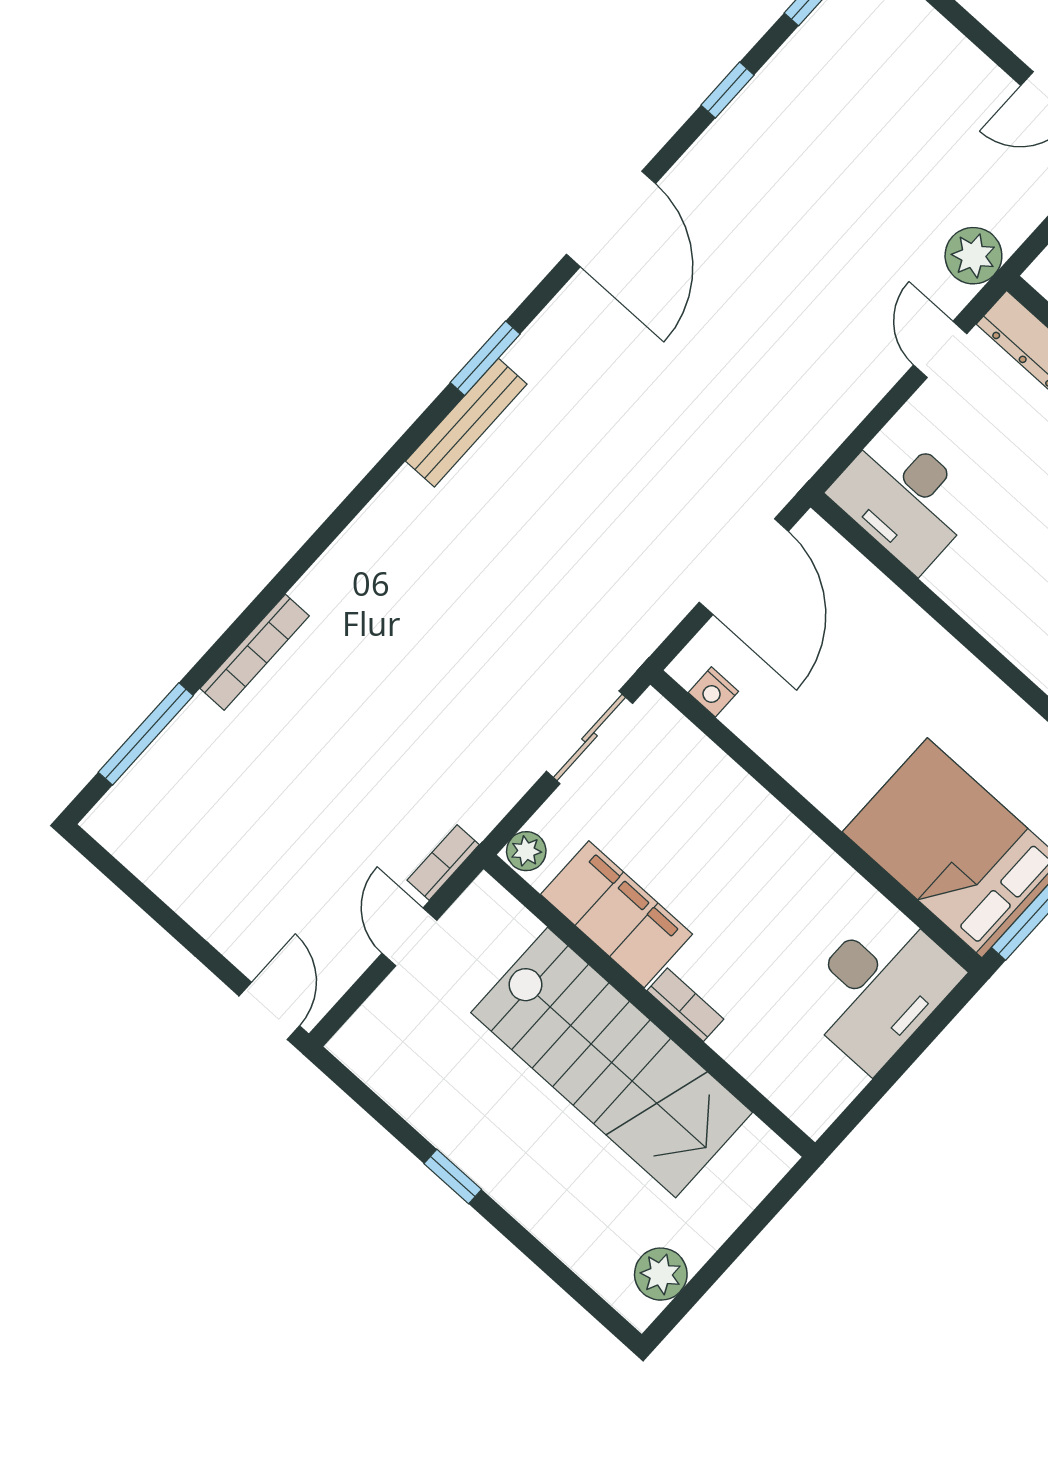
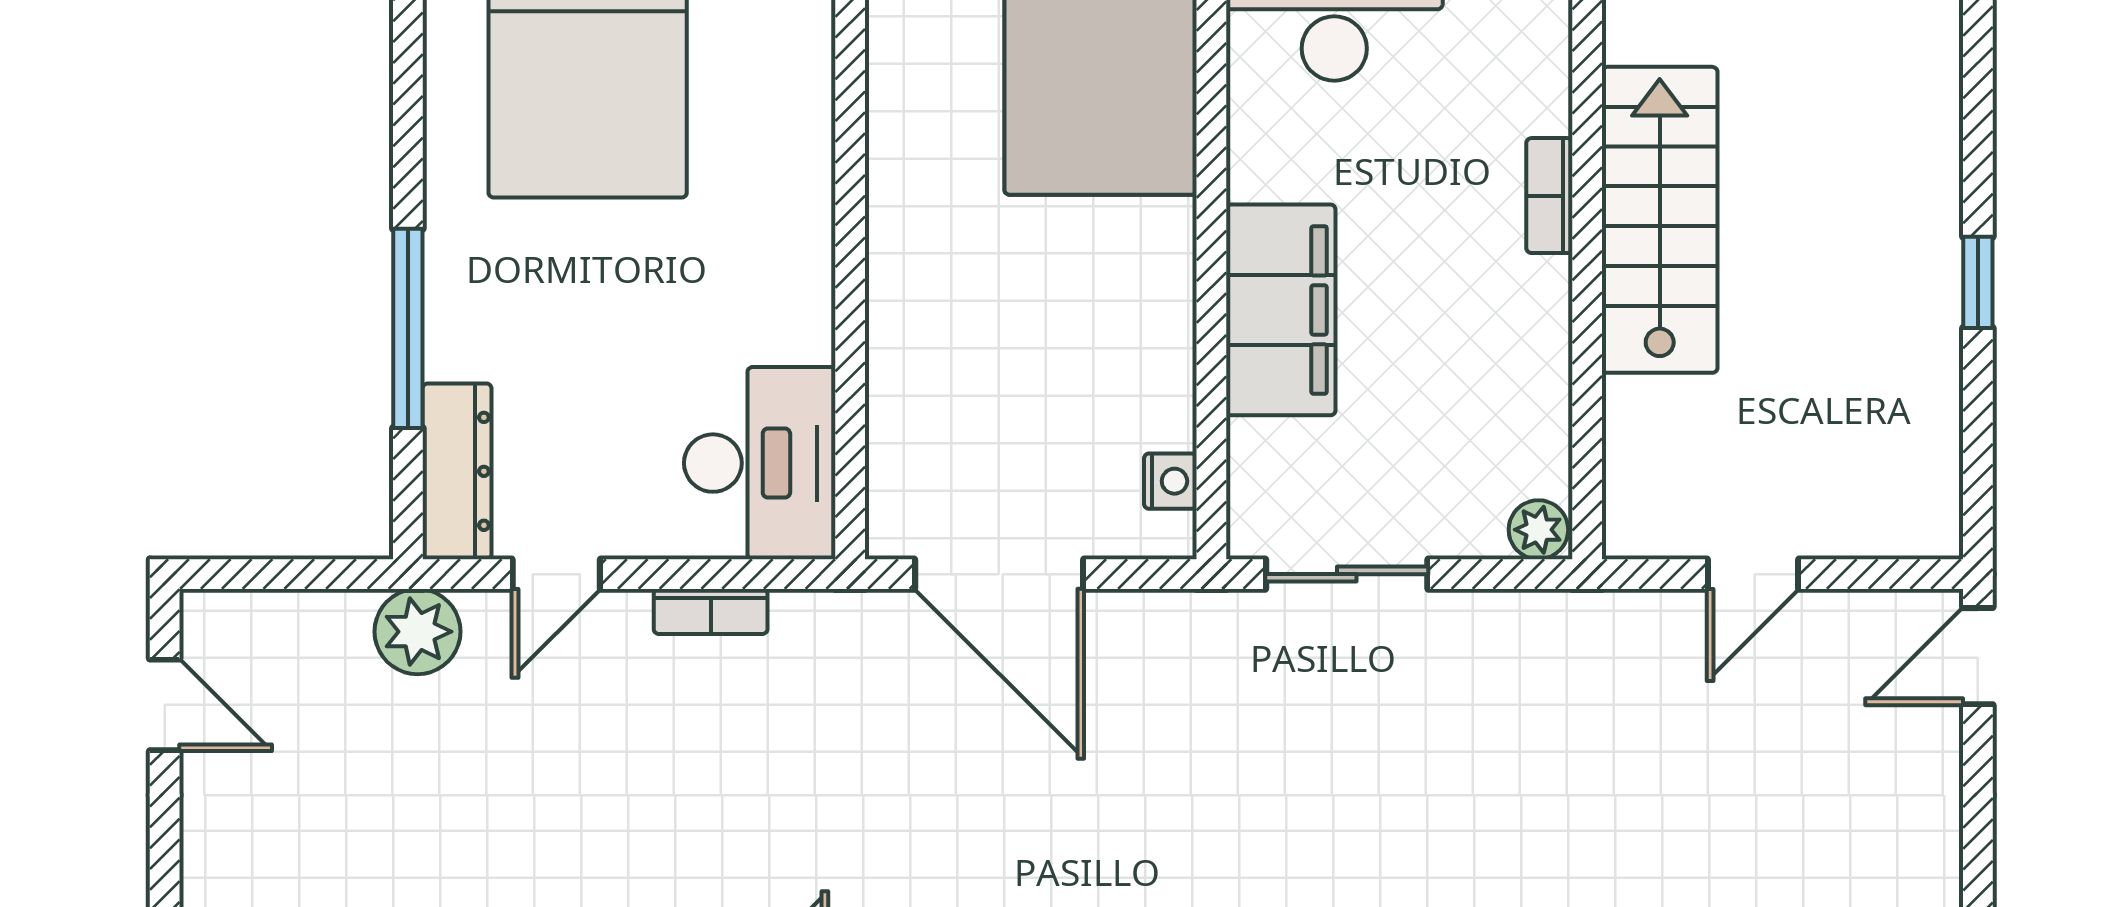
door: (744, 567) -> (999, 574), swing flipped
bookcase: (443, 862) -> (711, 611), moved
filing cabinet: (617, 914) -> (1281, 310), moved, turned 180
stairs: (612, 1062) -> (1660, 220), width x0.73, depth x0.66

